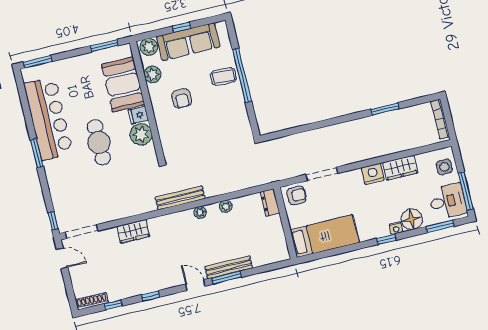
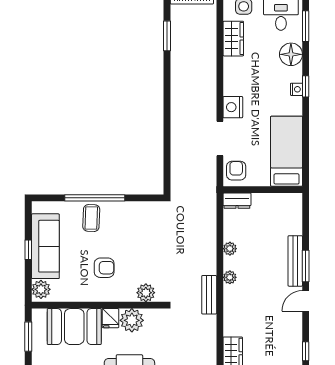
plant: (152, 74) -> (146, 293), moved
window: (385, 109) -> (167, 36), moved
wardrobe: (400, 168) -> (233, 39), moved
nightstand: (373, 174) -> (233, 107), moved
bench: (180, 198) -> (209, 295), width x0.73
nightstand: (396, 228) -> (296, 89), moved

